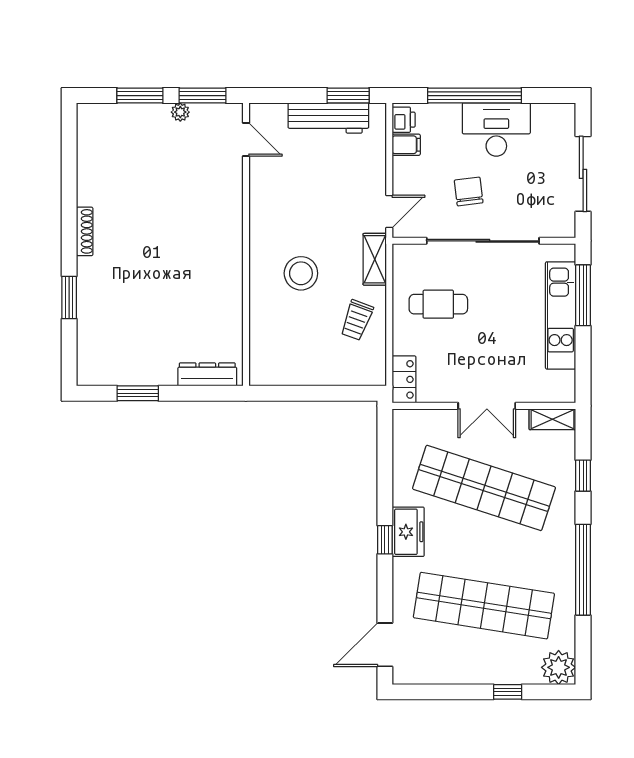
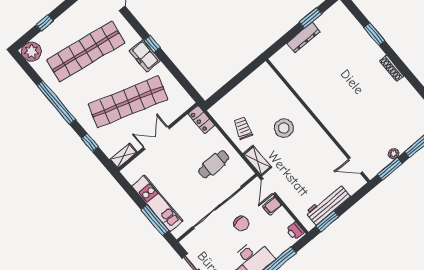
filing cabinet: (406, 145) -> (272, 206), moved
dresser: (207, 374) -> (303, 38), moved

